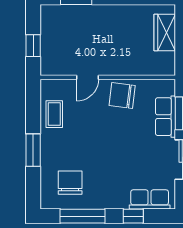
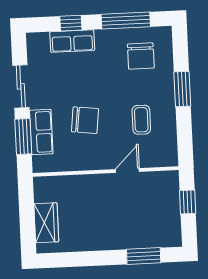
chair: (122, 95) -> (85, 120), moved
coffee table: (54, 114) -> (141, 120), moved
row of seats: (150, 199) -> (72, 41), moved

